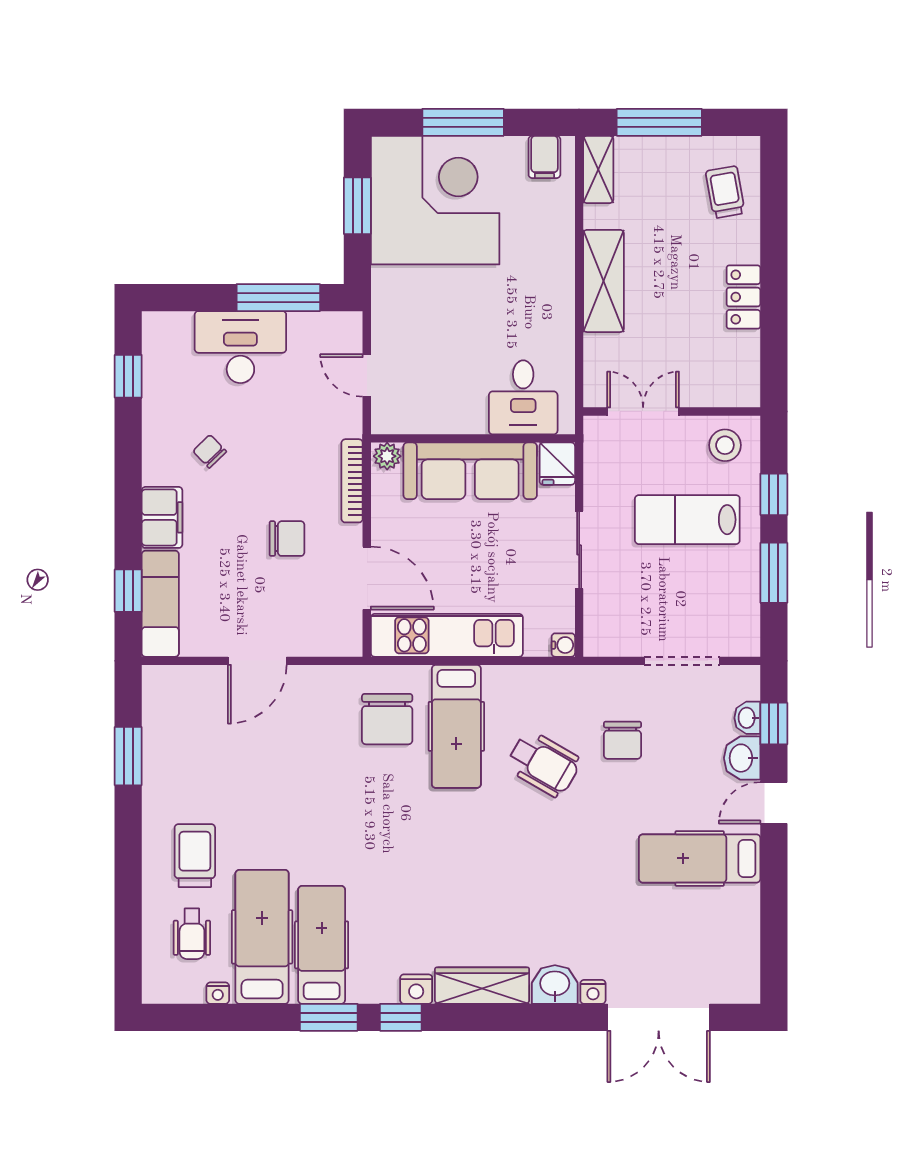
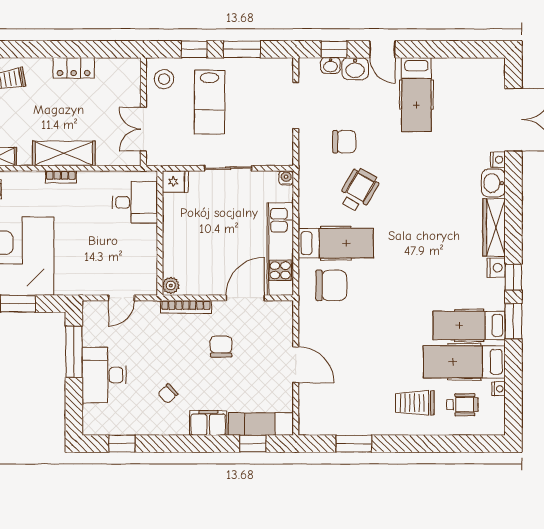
bookcase: (565, 276) -> (61, 177), added
sofa: (470, 471) -> (180, 235), removed

